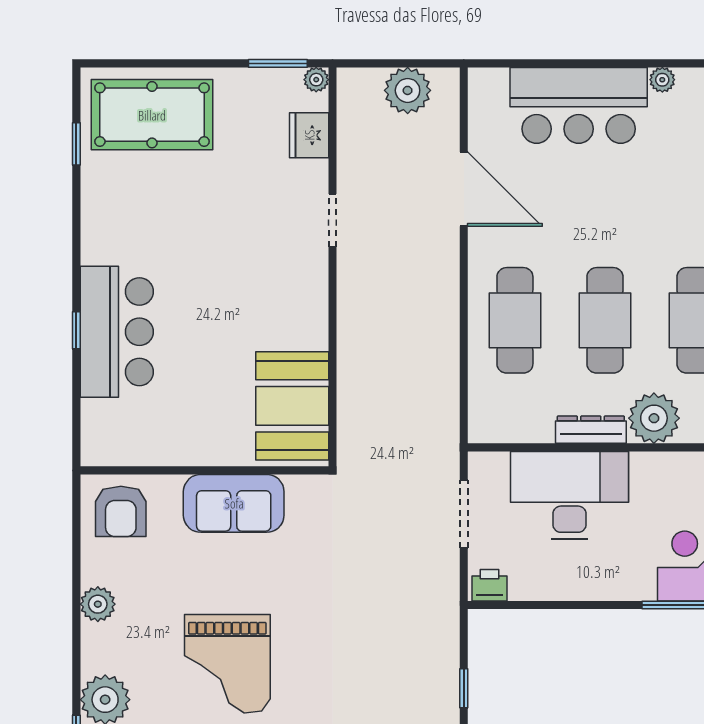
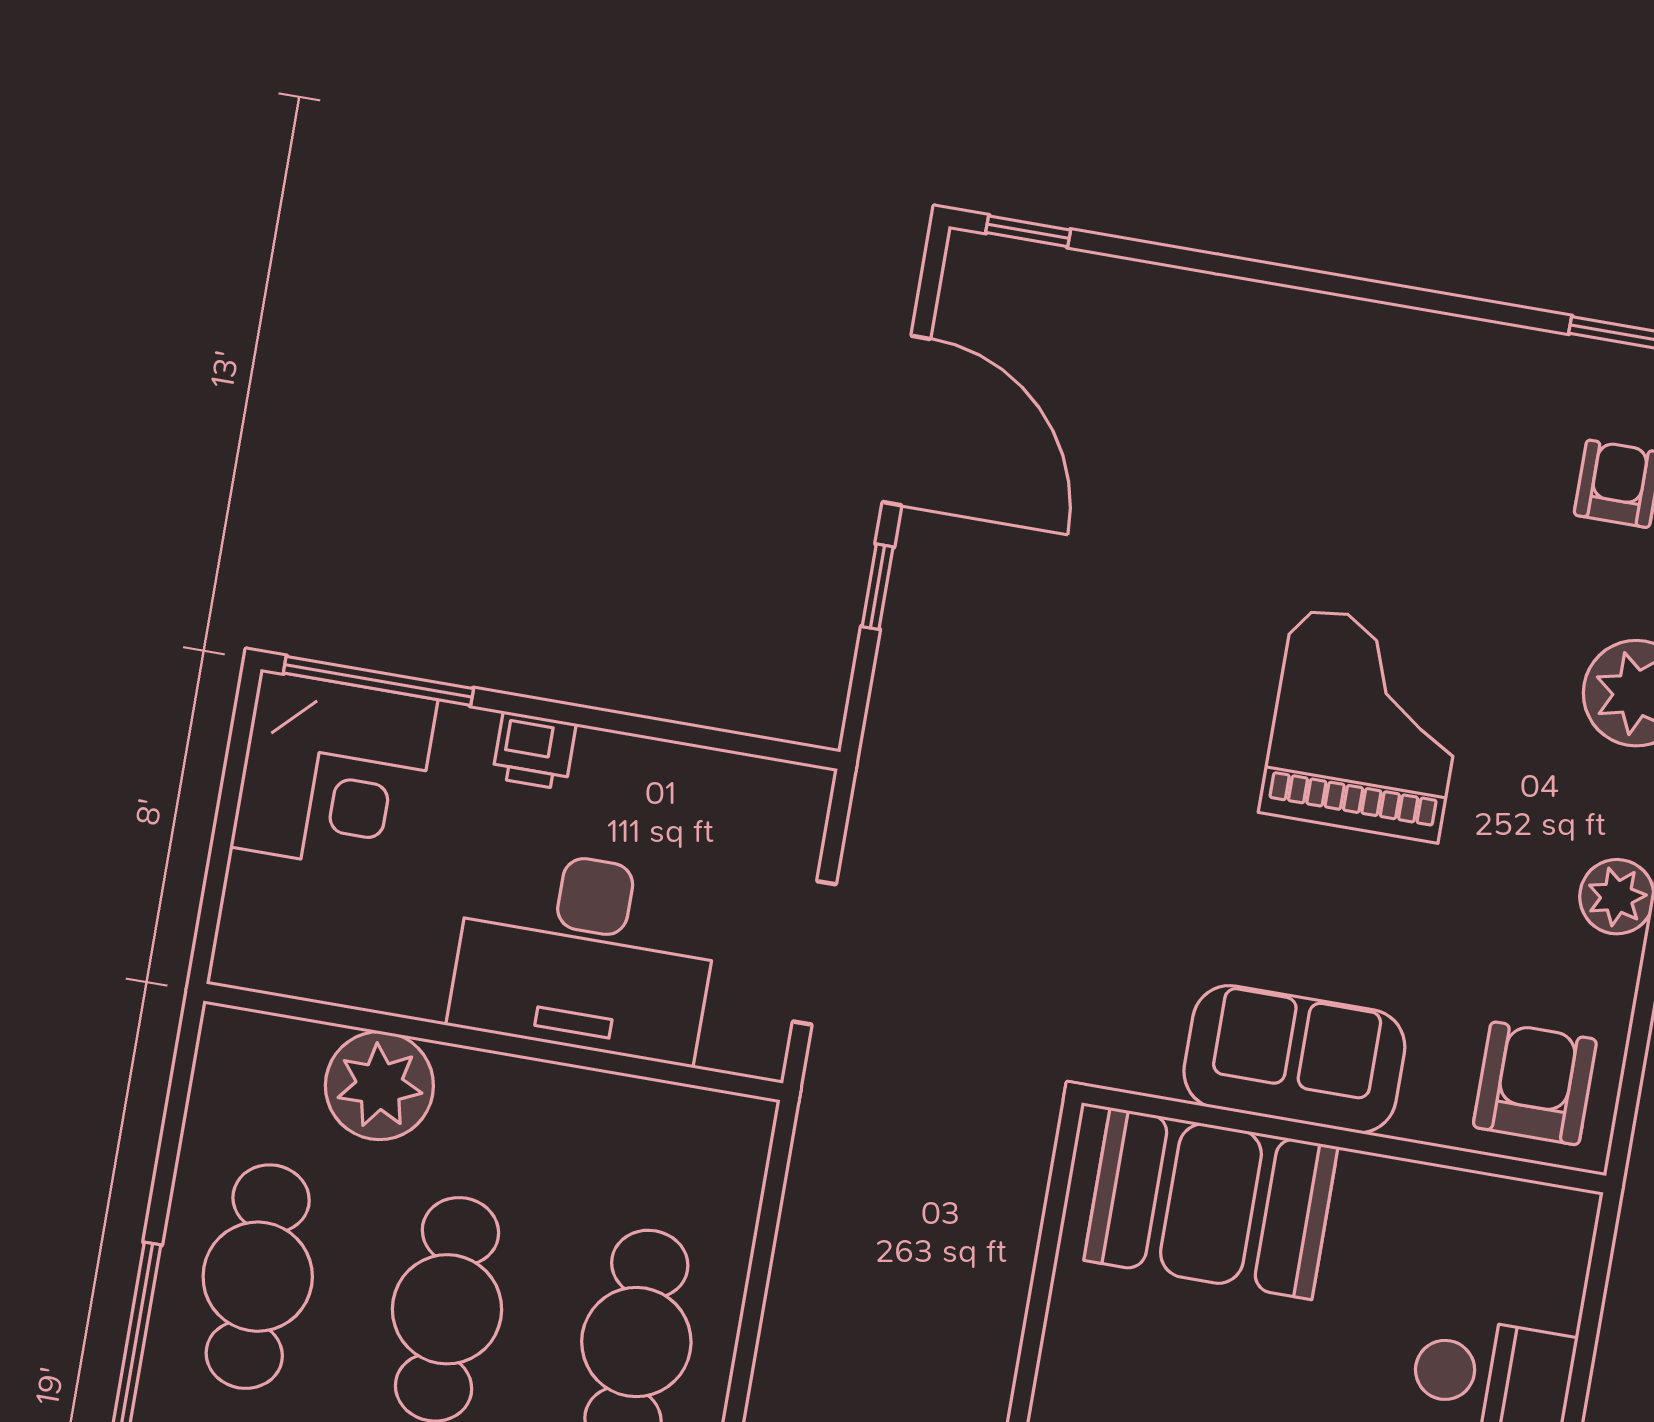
booth: (292, 406) -> (1211, 1204), moved, turned 90
dresser: (591, 430) -> (516, 1084), removed
printer: (490, 585) -> (534, 751), moved

